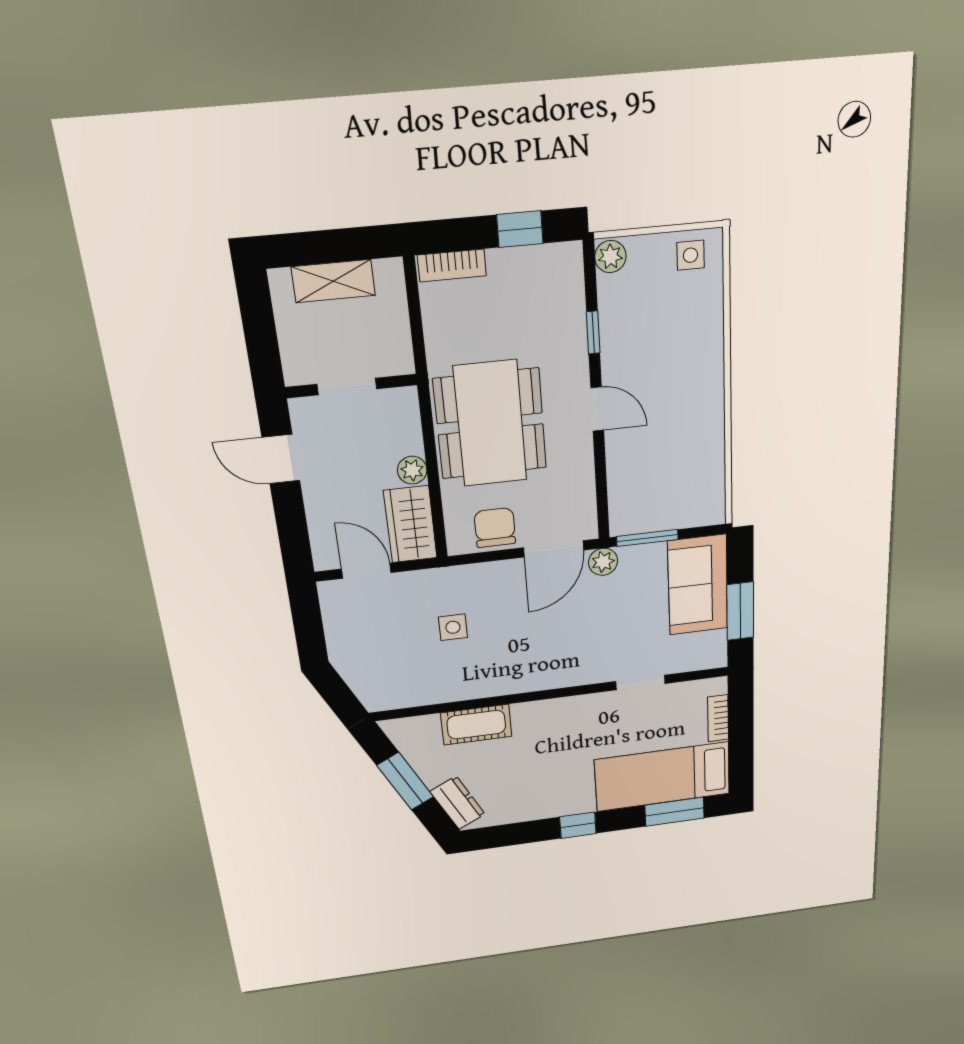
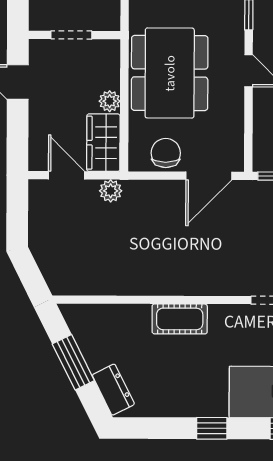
plant: (603, 562) -> (111, 191), moved
side table: (453, 627) -> (126, 231), removed
cot: (476, 725) -> (180, 319), moved

